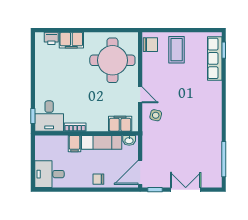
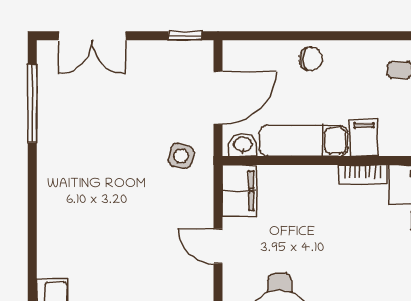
side table: (156, 115) -> (181, 156), moved
filing cabinet: (120, 124) -> (239, 191), moved, turned -90
door: (140, 172) -> (218, 98), moved
double door: (186, 190) -> (92, 36), moved

